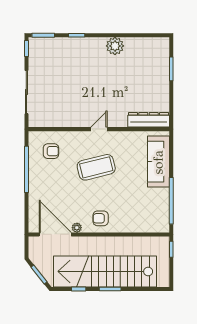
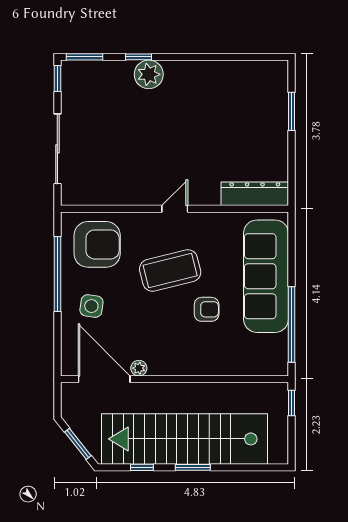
plant: (115, 46) -> (149, 74), moved
armchair: (51, 151) -> (97, 244), width x1.88, depth x1.88
sofa: (158, 162) -> (266, 276), width x1.36, depth x1.27
side table: (47, 189) -> (91, 306), added
armchair: (101, 218) -> (207, 309), moved, turned 180

